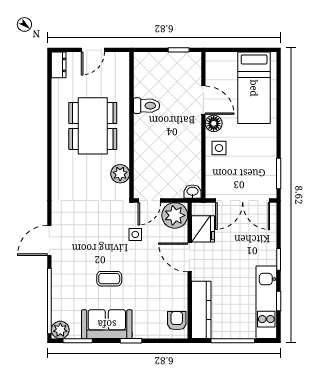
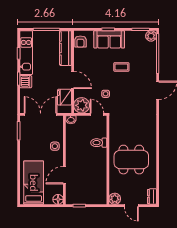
door: (93, 50) -> (131, 206), swing flipped
door: (203, 100) -> (64, 175), hinge flipped
toilet: (147, 106) -> (99, 143), moved
floor lamp: (214, 123) -> (58, 199), moved
dining table: (93, 126) -> (131, 160), turned 90
plant: (120, 174) -> (115, 199), moved
door: (149, 200) -> (97, 114), hinge flipped
dishwasher: (267, 254) -> (26, 82), added
sofa: (107, 324) -> (109, 39), moved

